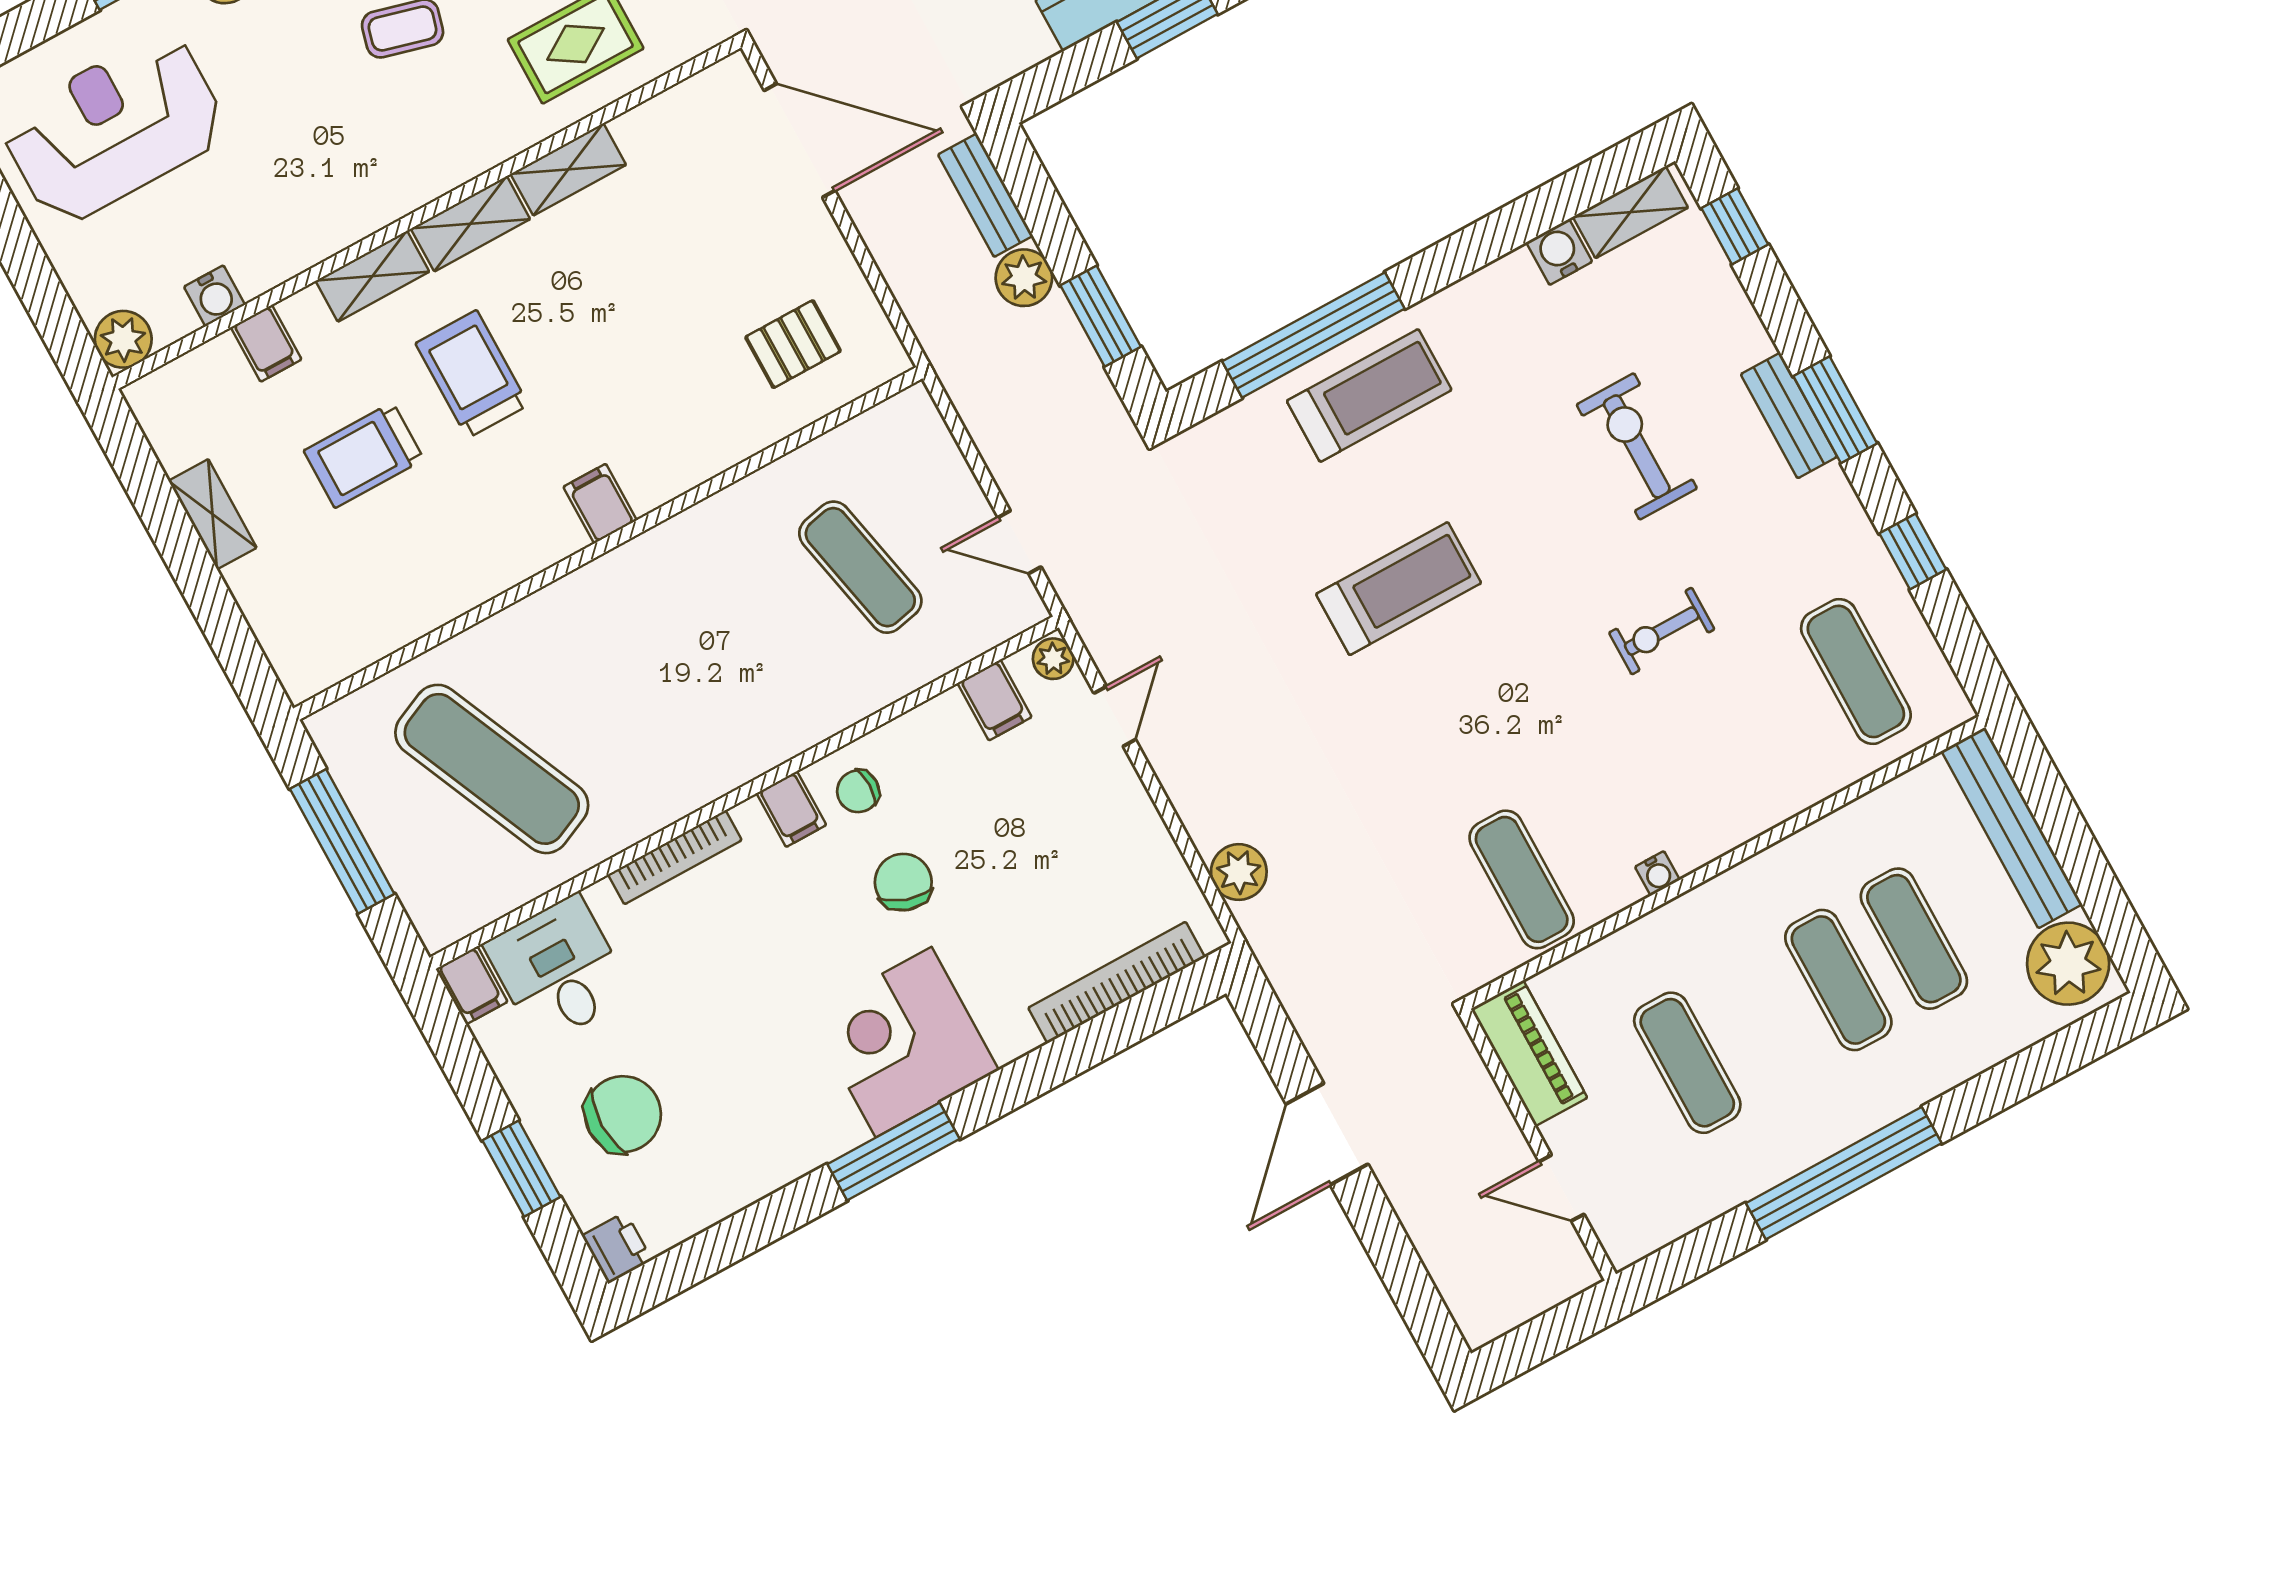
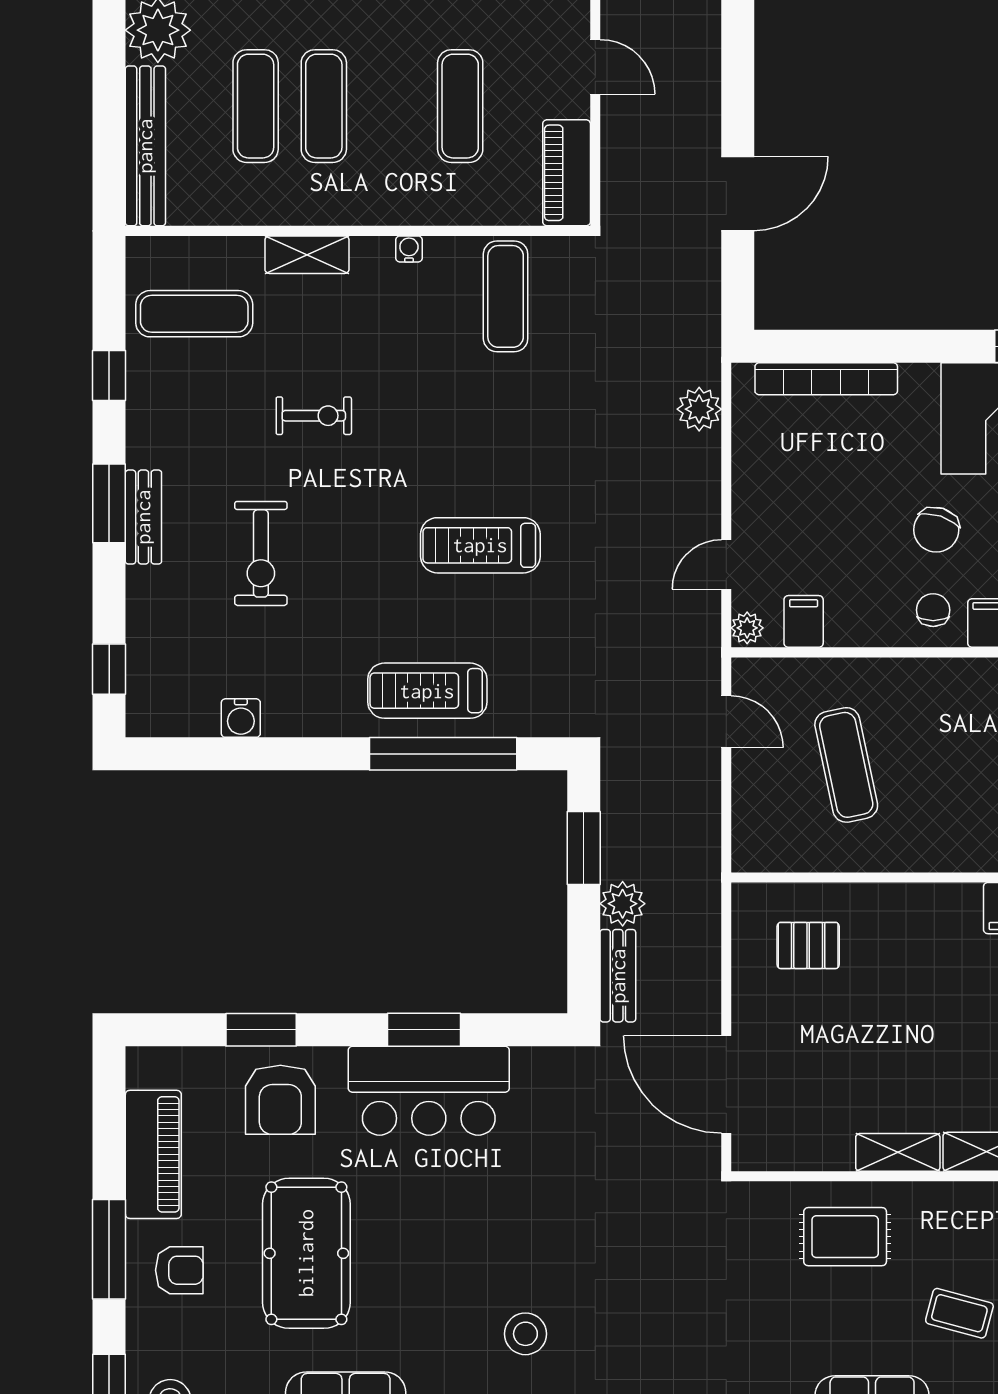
shelving: (1630, 212) -> (307, 255), moved
exercise mat: (1856, 671) -> (194, 314), turned 90
chair: (858, 791) -> (933, 610), turned -90

